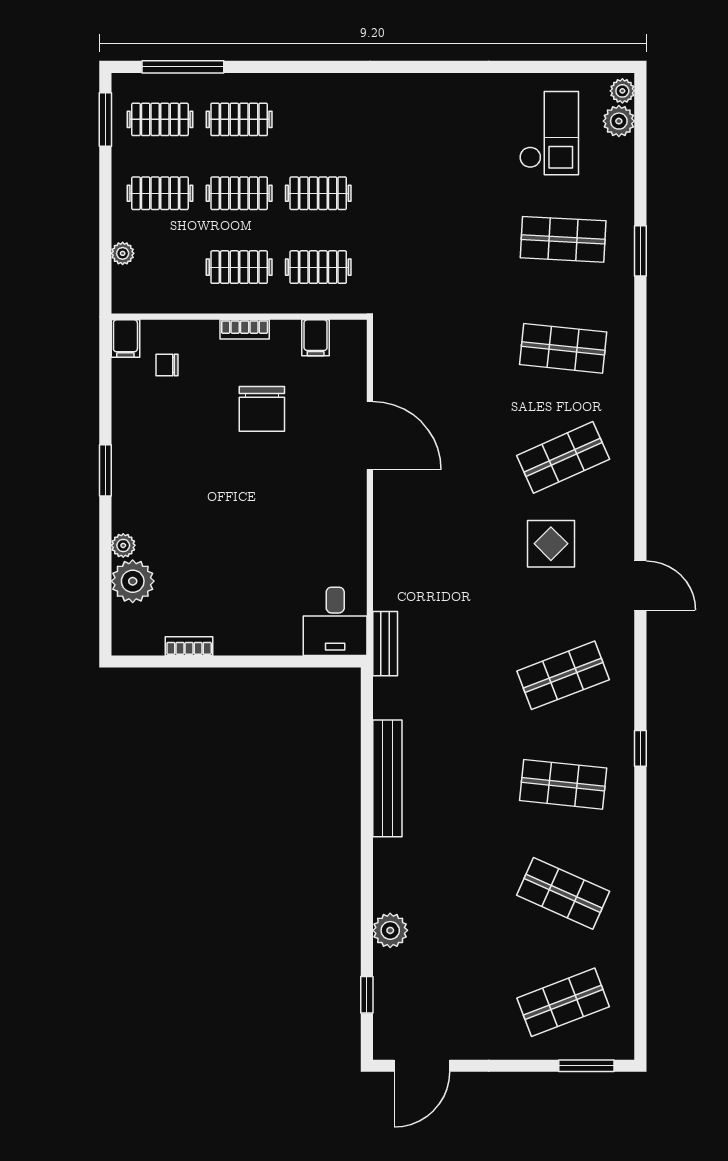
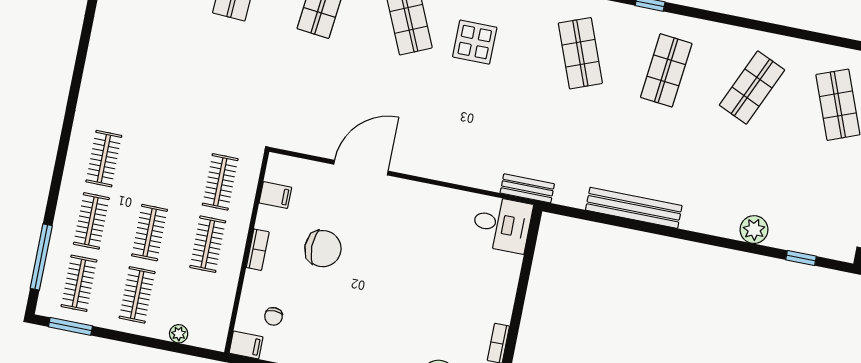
clothes rail: (318, 193) -> (104, 159), moved

